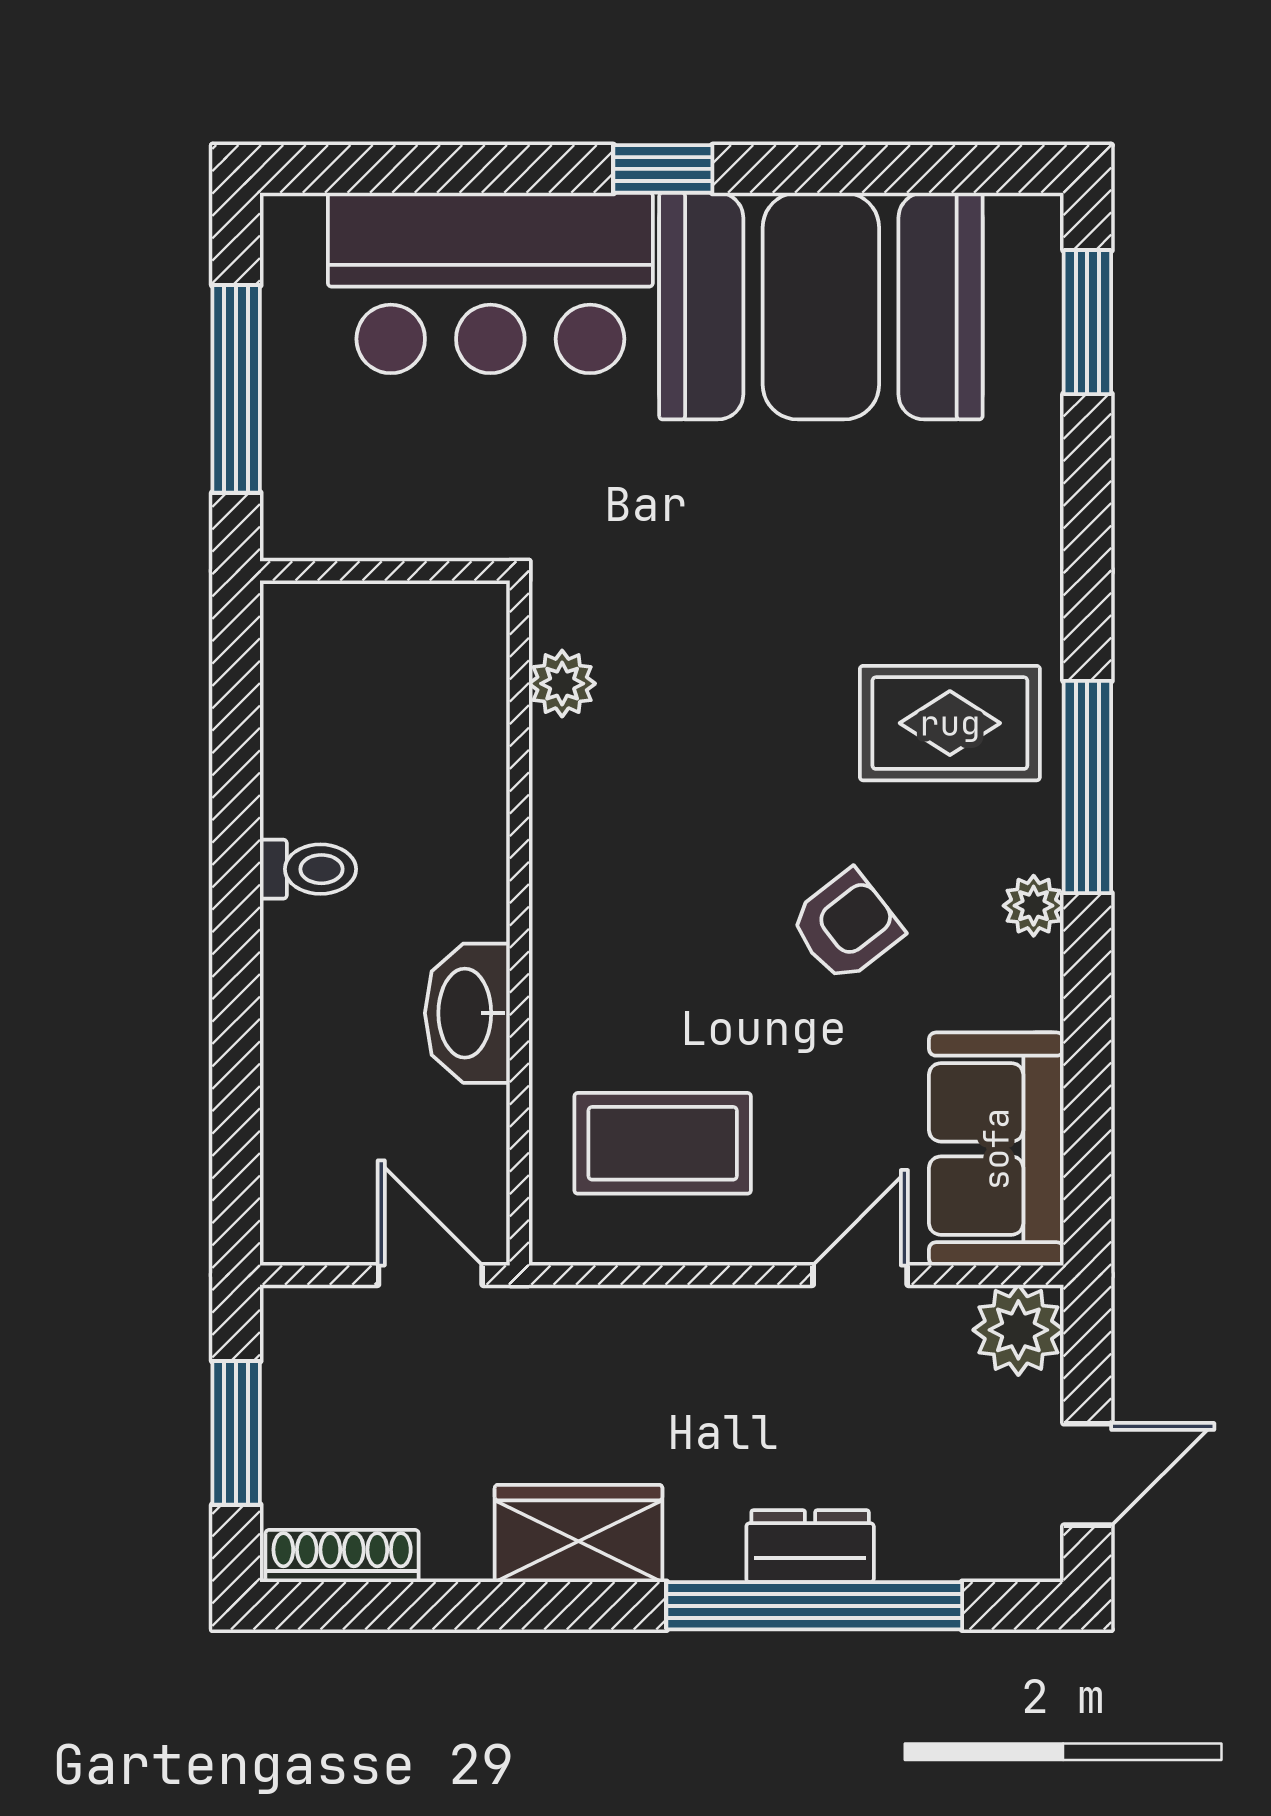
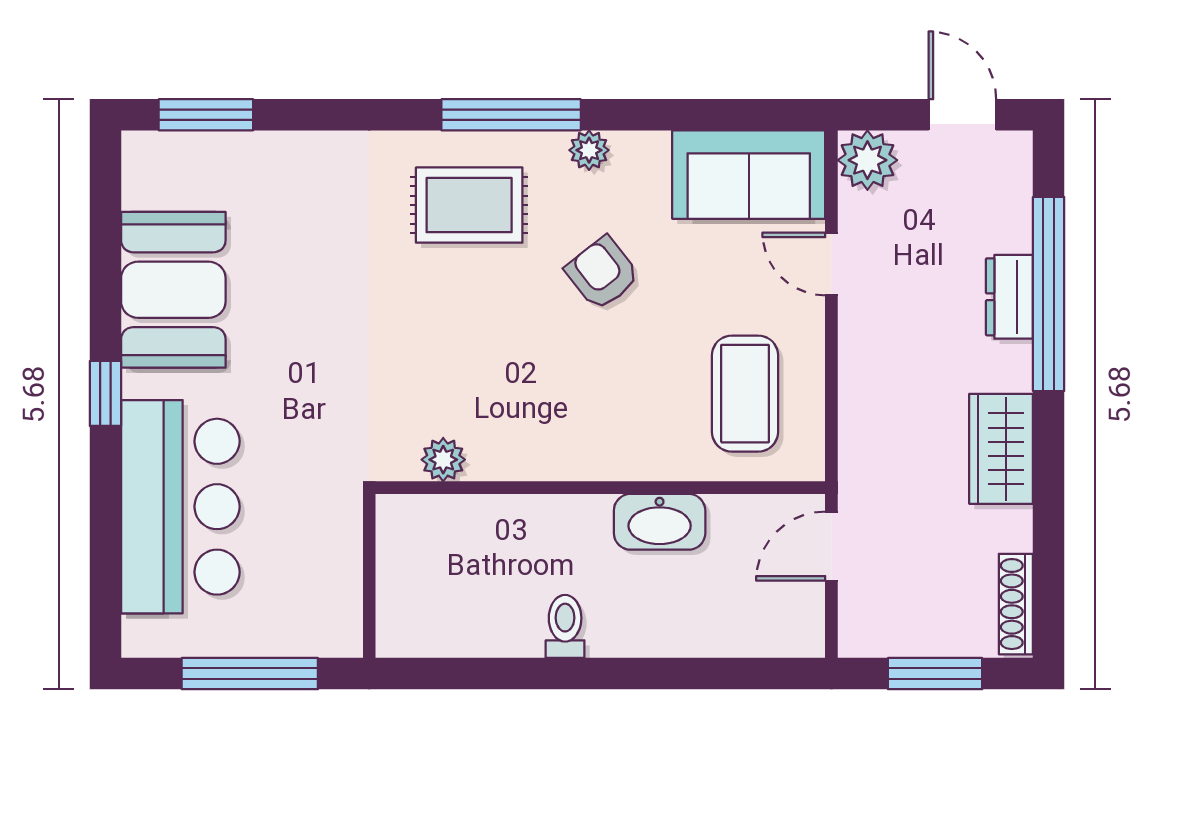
booth: (821, 306) -> (173, 290), width x0.73, depth x0.70
rug: (950, 723) -> (469, 205), turned 90

